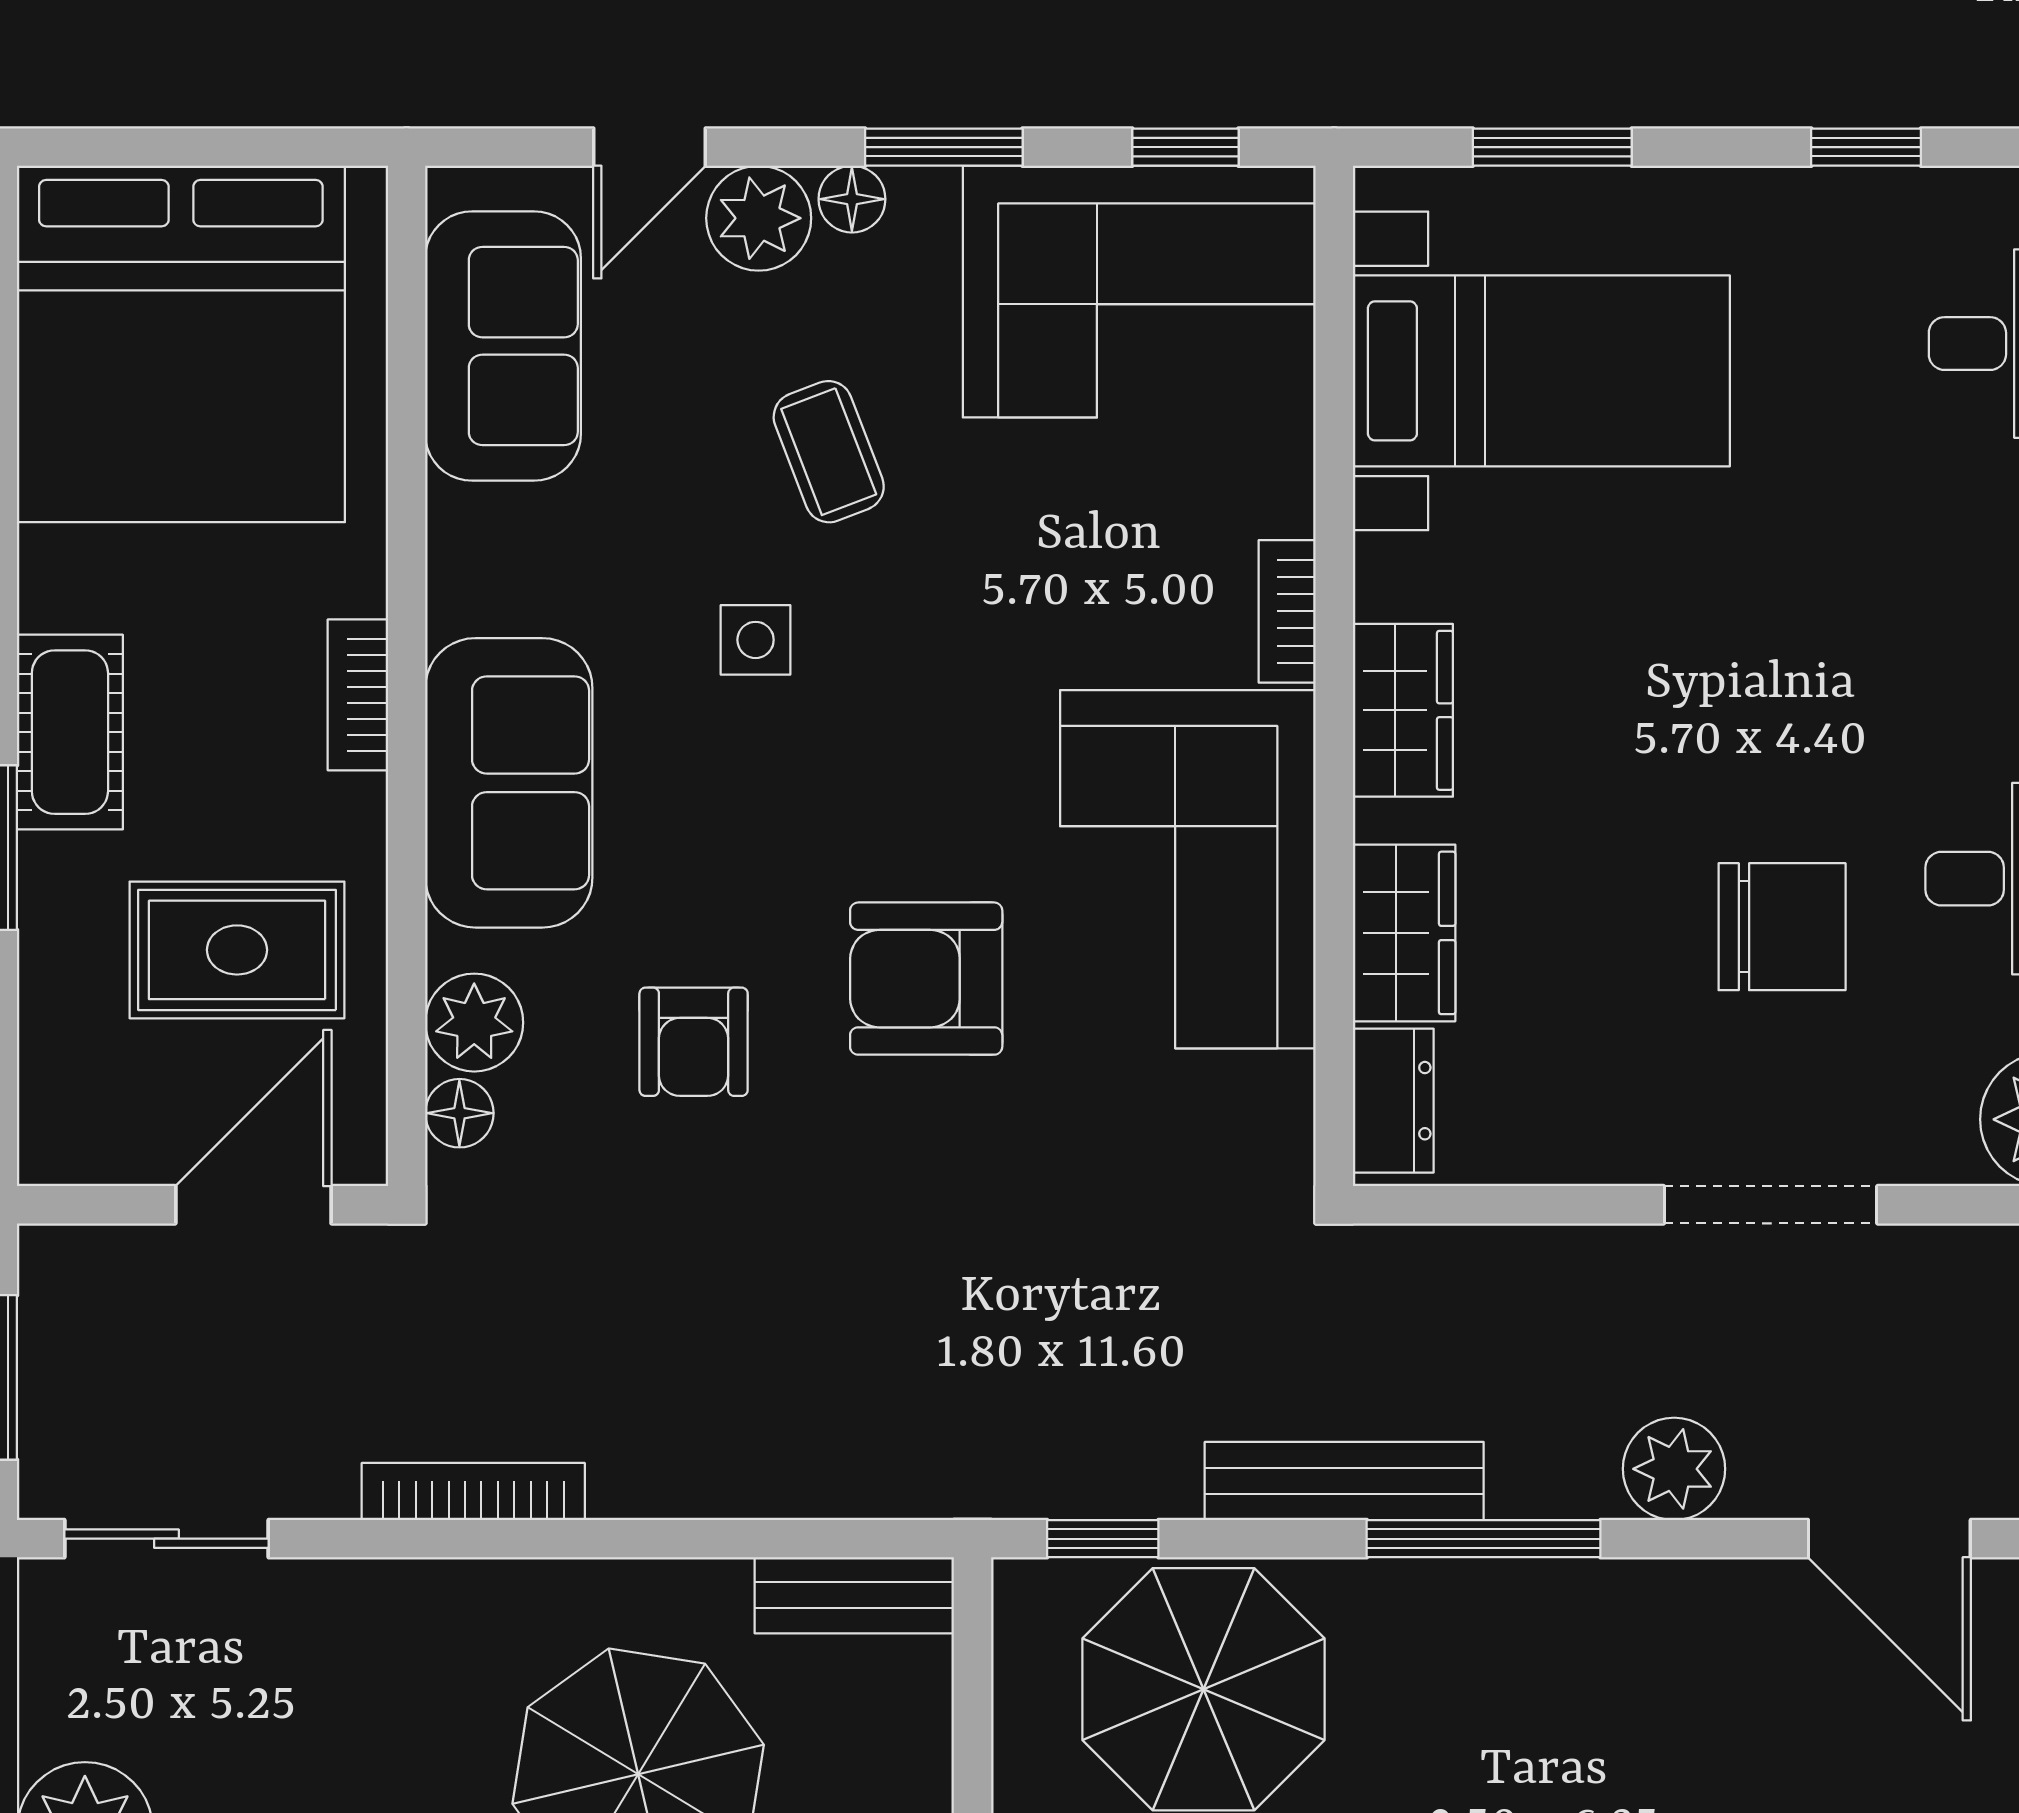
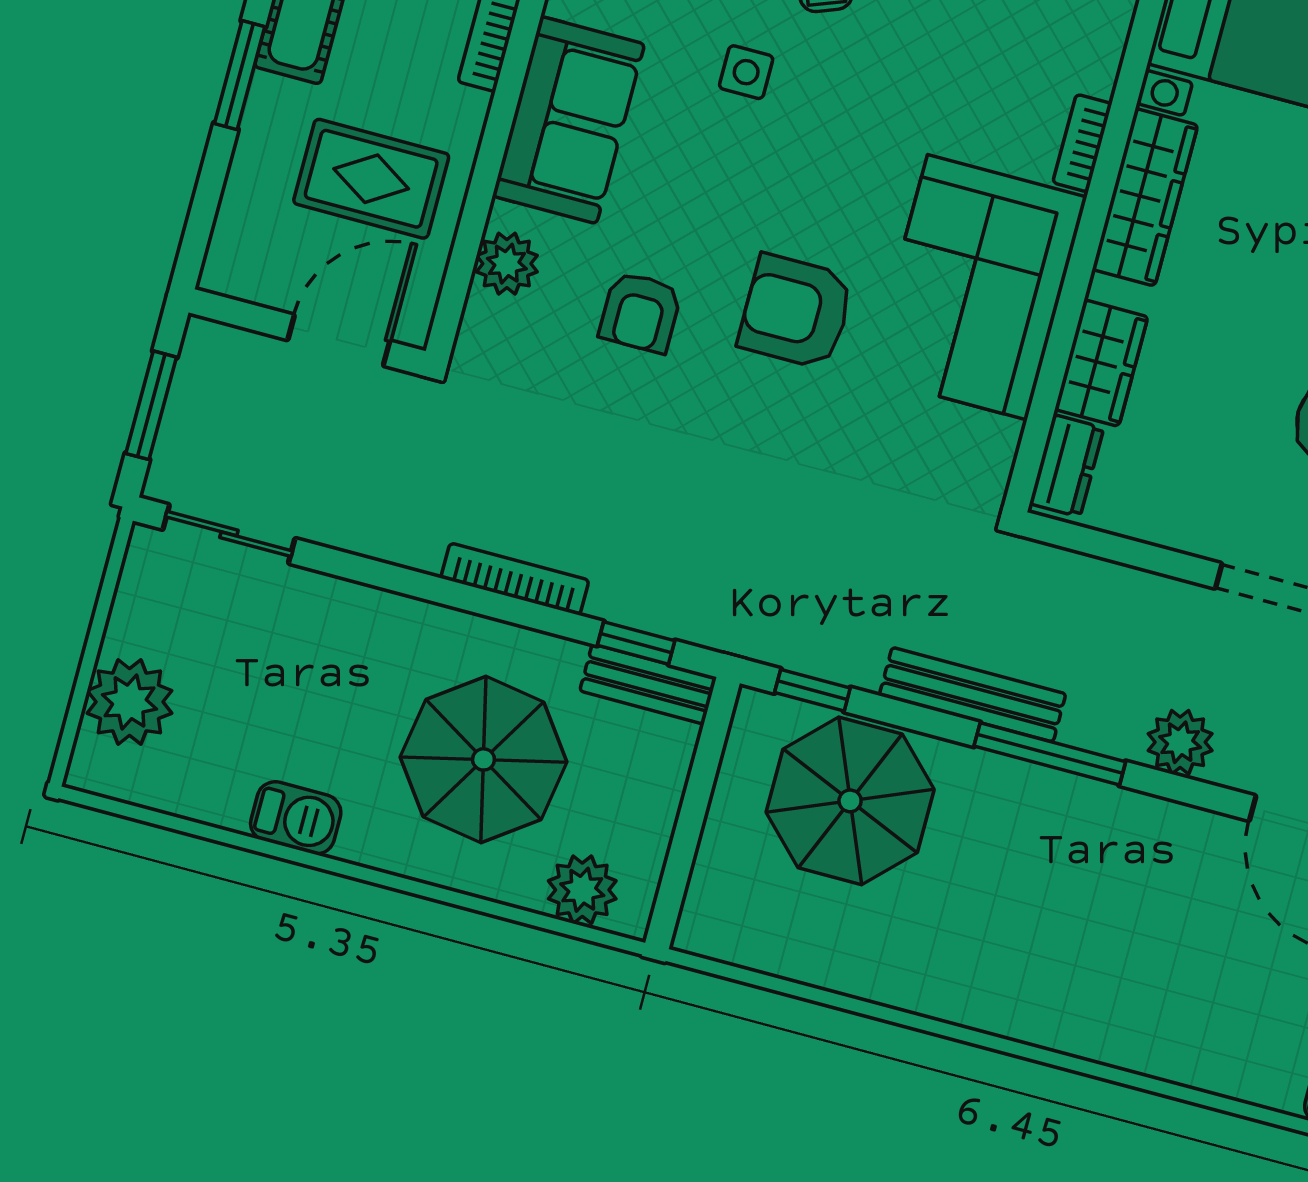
wardrobe: (1403, 710) -> (1145, 197), width x1.50
floor lamp: (459, 1113) -> (483, 318), removed
bookcase: (473, 1492) -> (515, 579), moved
window: (820, 1539) -> (636, 643), added

